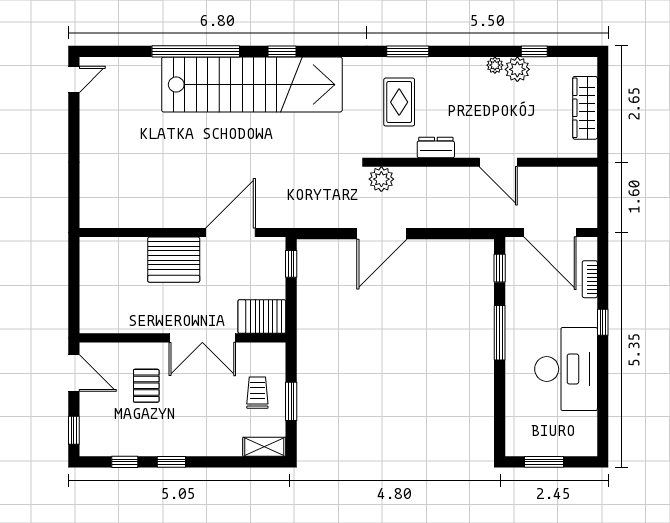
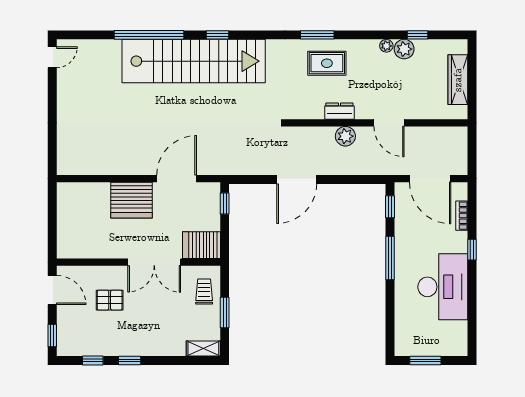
rug: (399, 102) -> (327, 63), moved, turned 90
plant: (381, 179) -> (345, 136), moved
pallet: (146, 386) -> (110, 300), turned 90
trolley: (257, 393) -> (204, 291), moved

